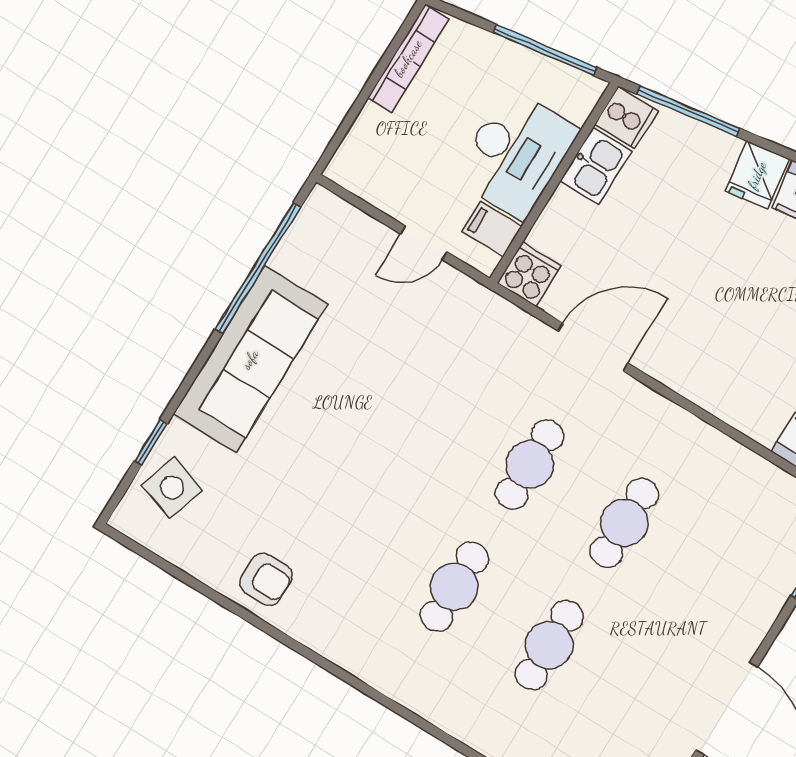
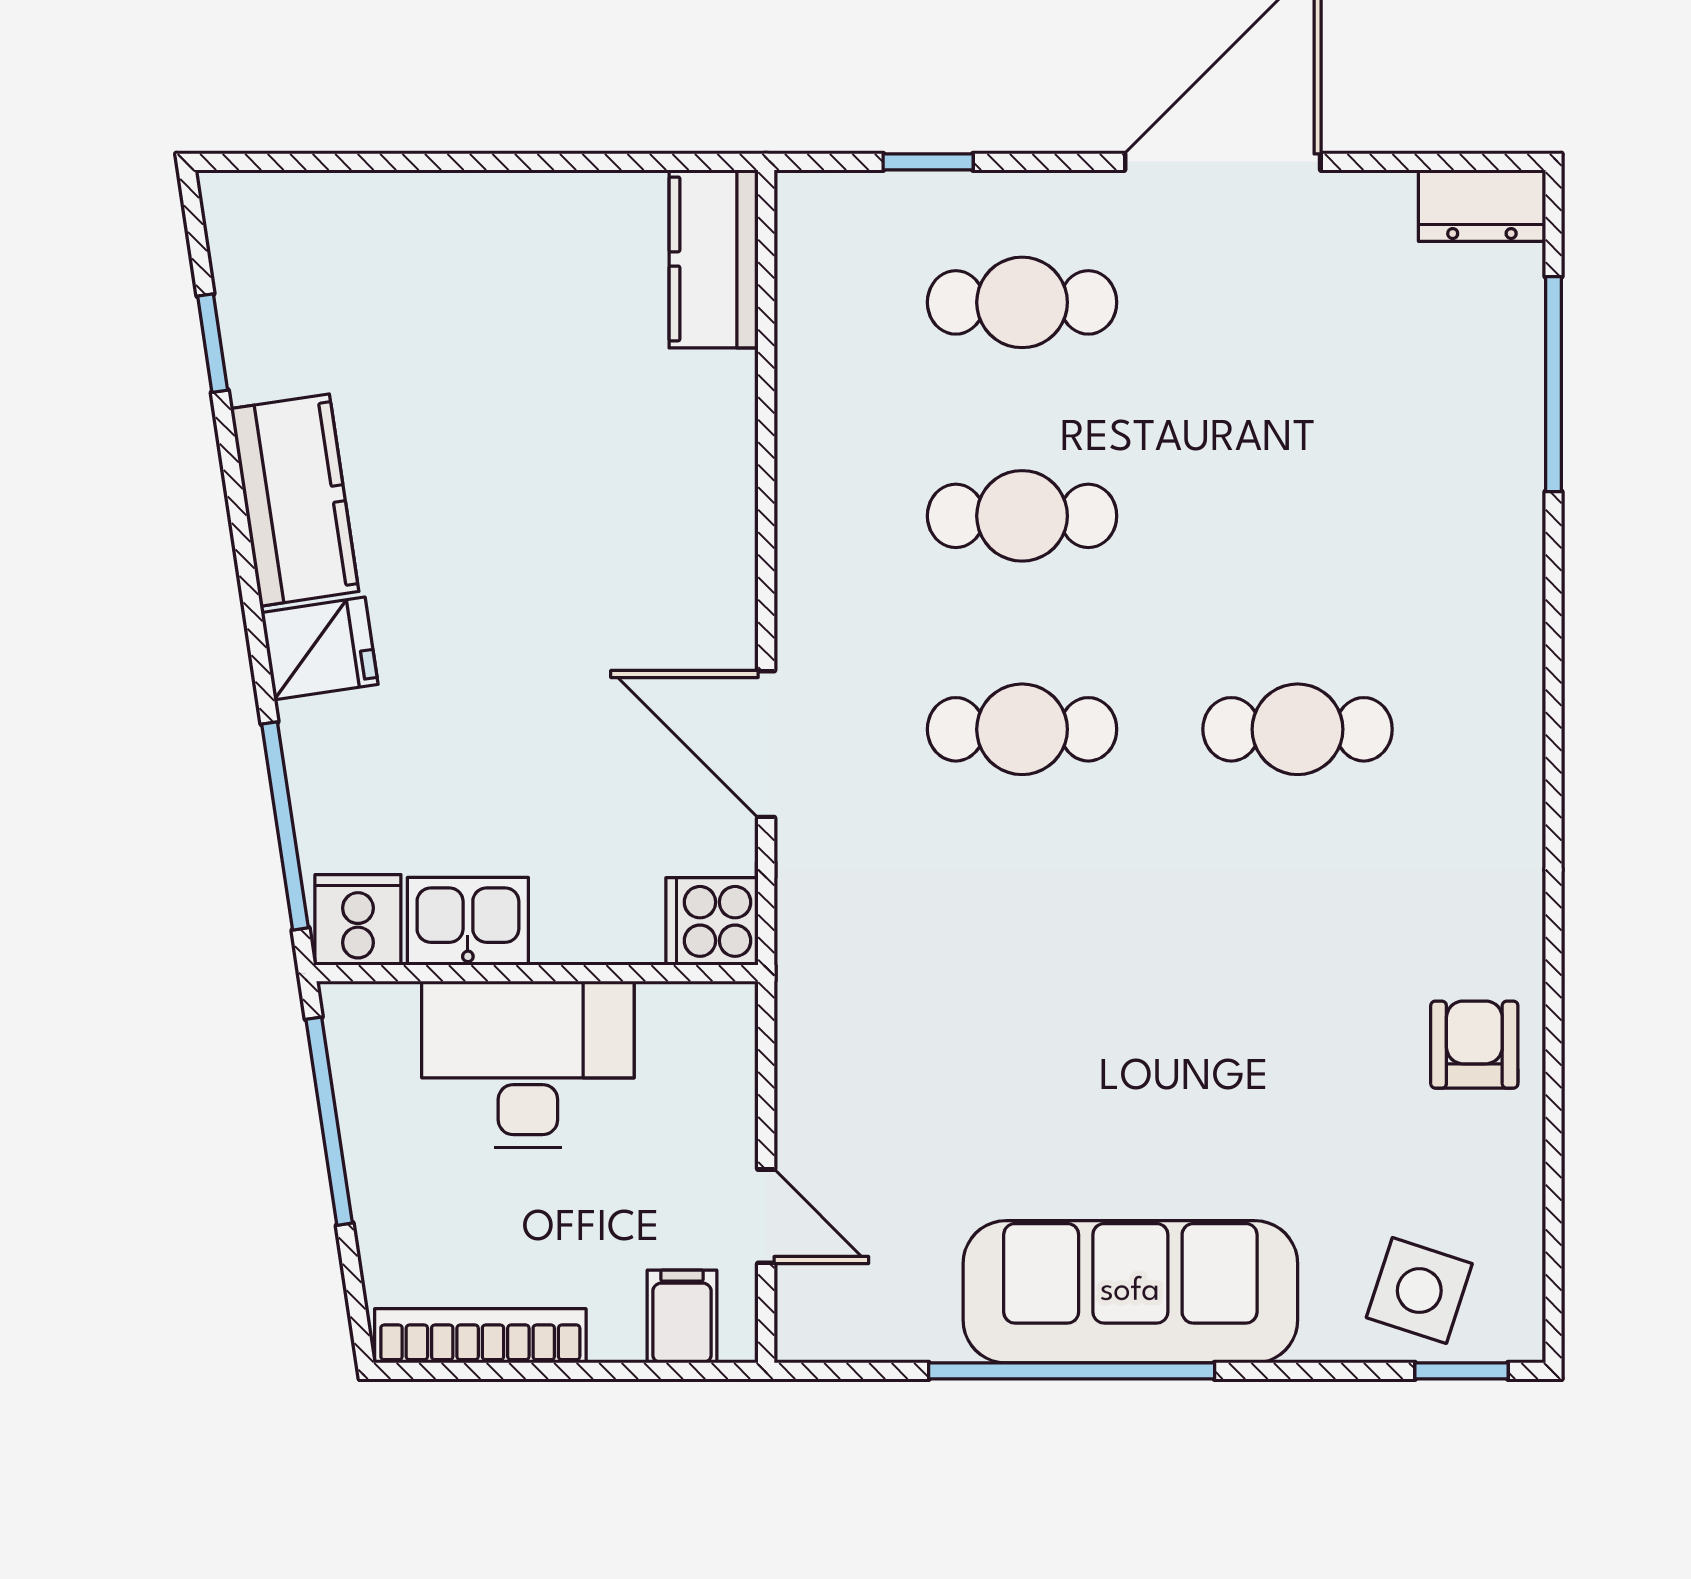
filing cabinet: (492, 229) -> (682, 1316), moved, turned 180
door: (424, 243) -> (766, 1216), moved
window: (258, 268) -> (1072, 1371), moved
window: (151, 442) -> (1461, 1371), moved
cafe table: (549, 645) -> (1022, 302), moved

